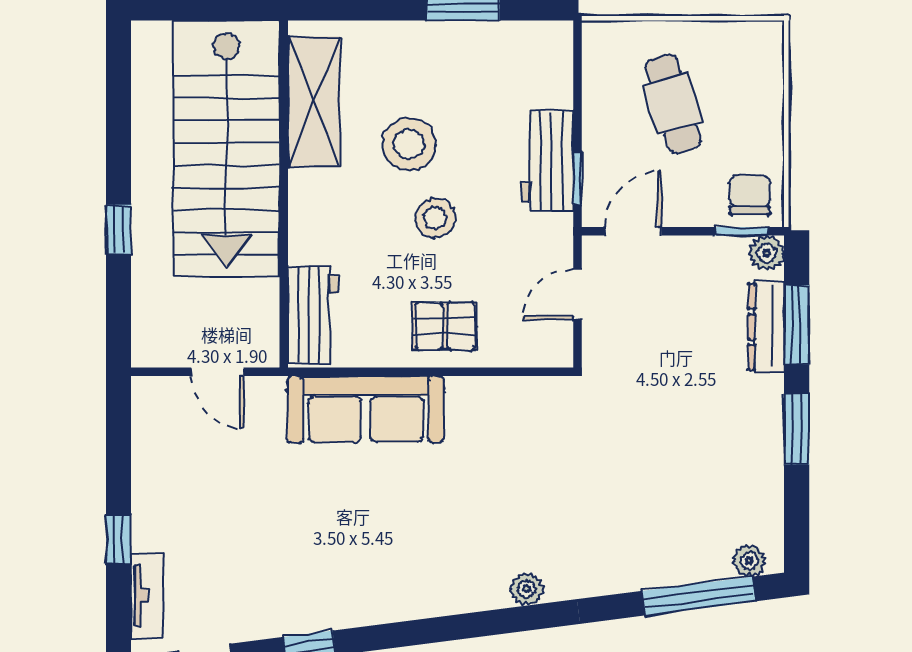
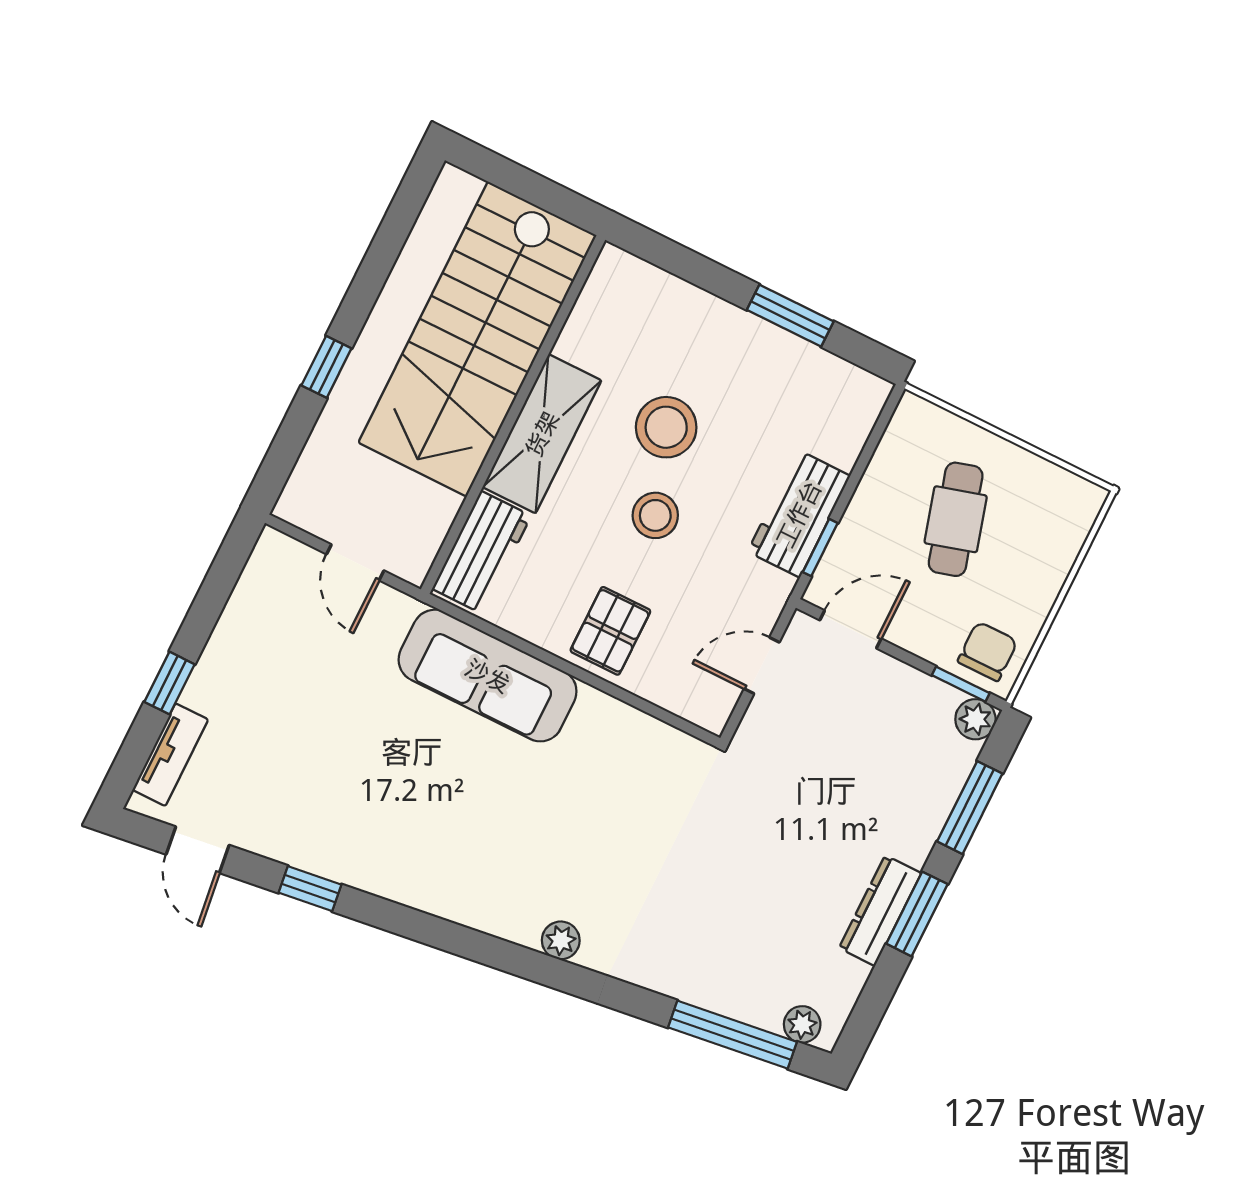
shelving: (314, 102) -> (542, 434), moved
pallet: (445, 326) -> (610, 631), turned 90
dresser: (766, 327) -> (880, 911), moved

